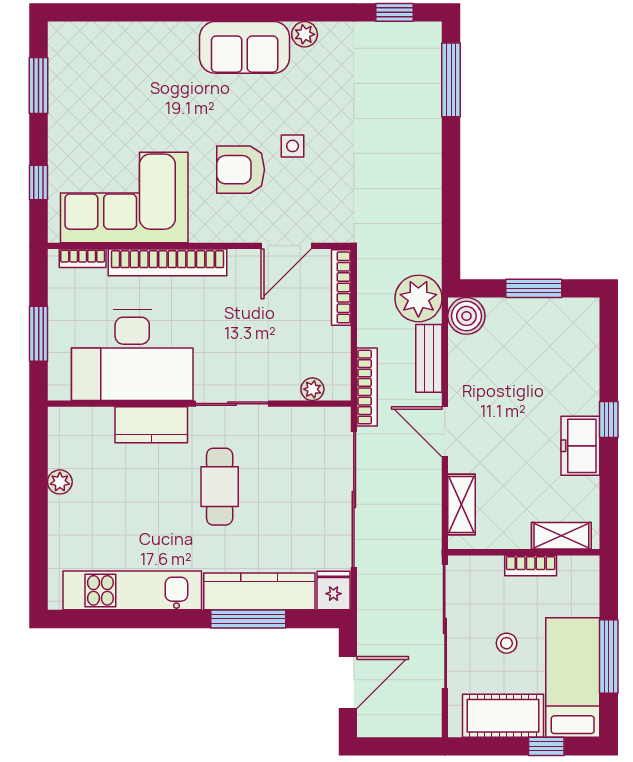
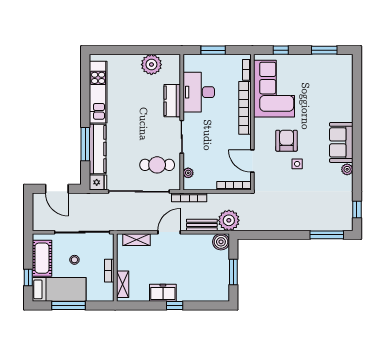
desk: (132, 355) -> (199, 92), width x0.73, depth x0.77
plant: (60, 482) -> (151, 65), width x1.88, depth x1.88
cafe table: (220, 487) -> (157, 165), moved

